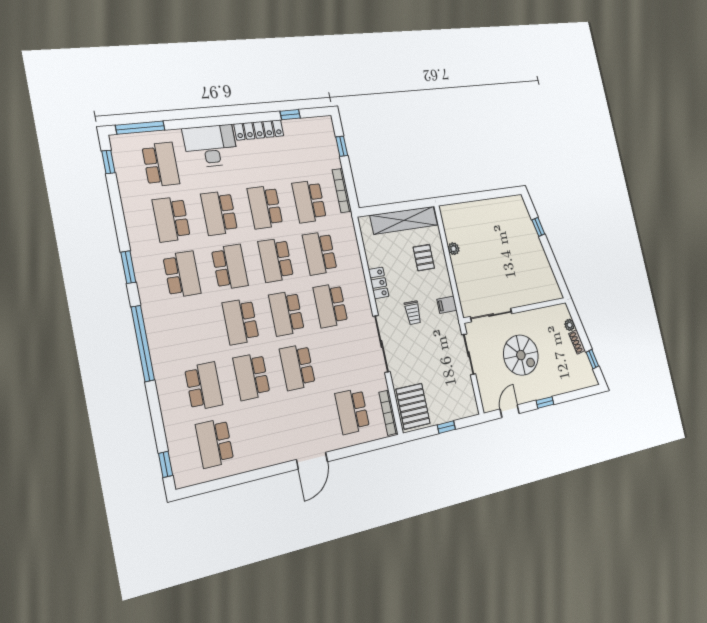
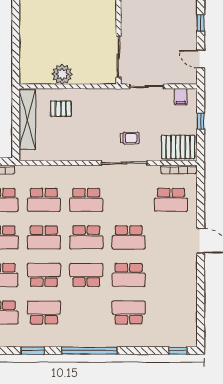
plant: (454, 249) -> (62, 74), width x1.88, depth x1.88
locker: (379, 283) -> (75, 154), removed
filing cabinet: (447, 305) -> (181, 97), moved
trolley: (413, 313) -> (130, 138), moved
school desk: (241, 321) -> (86, 275), turned 180
spiral stairs: (521, 355) -> (157, 36), removed
school desk: (215, 443) -> (171, 312), removed

